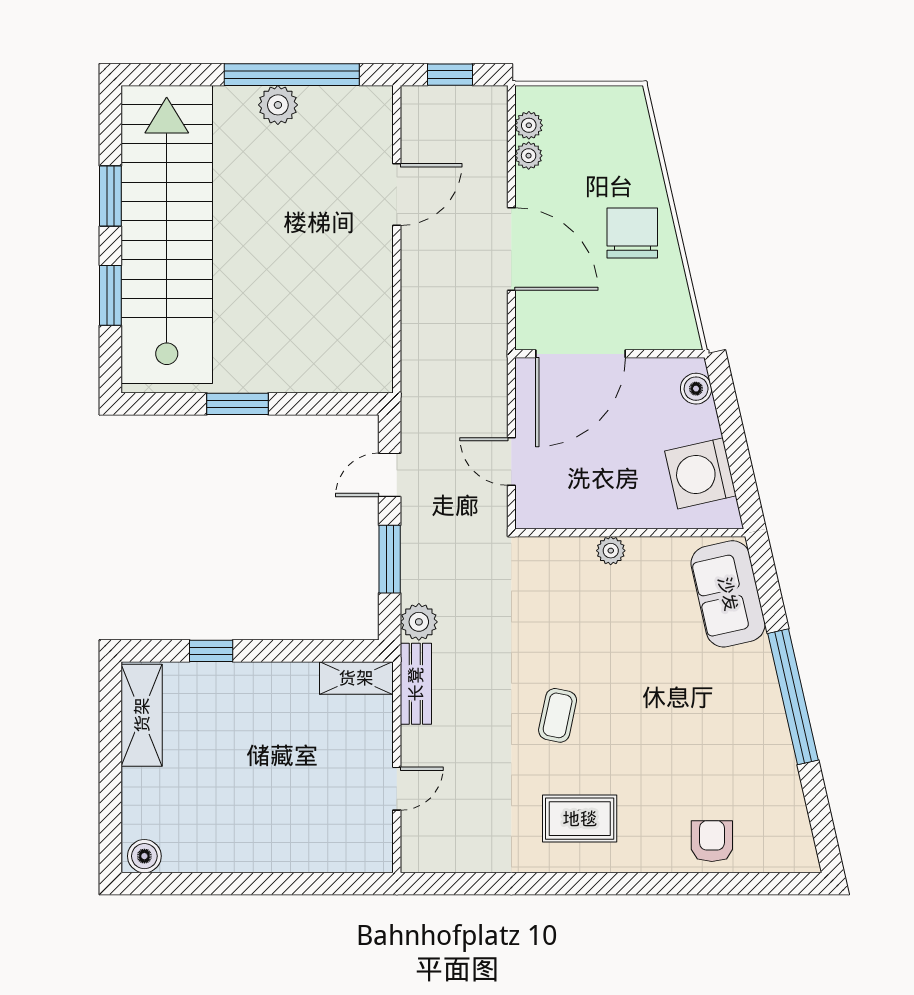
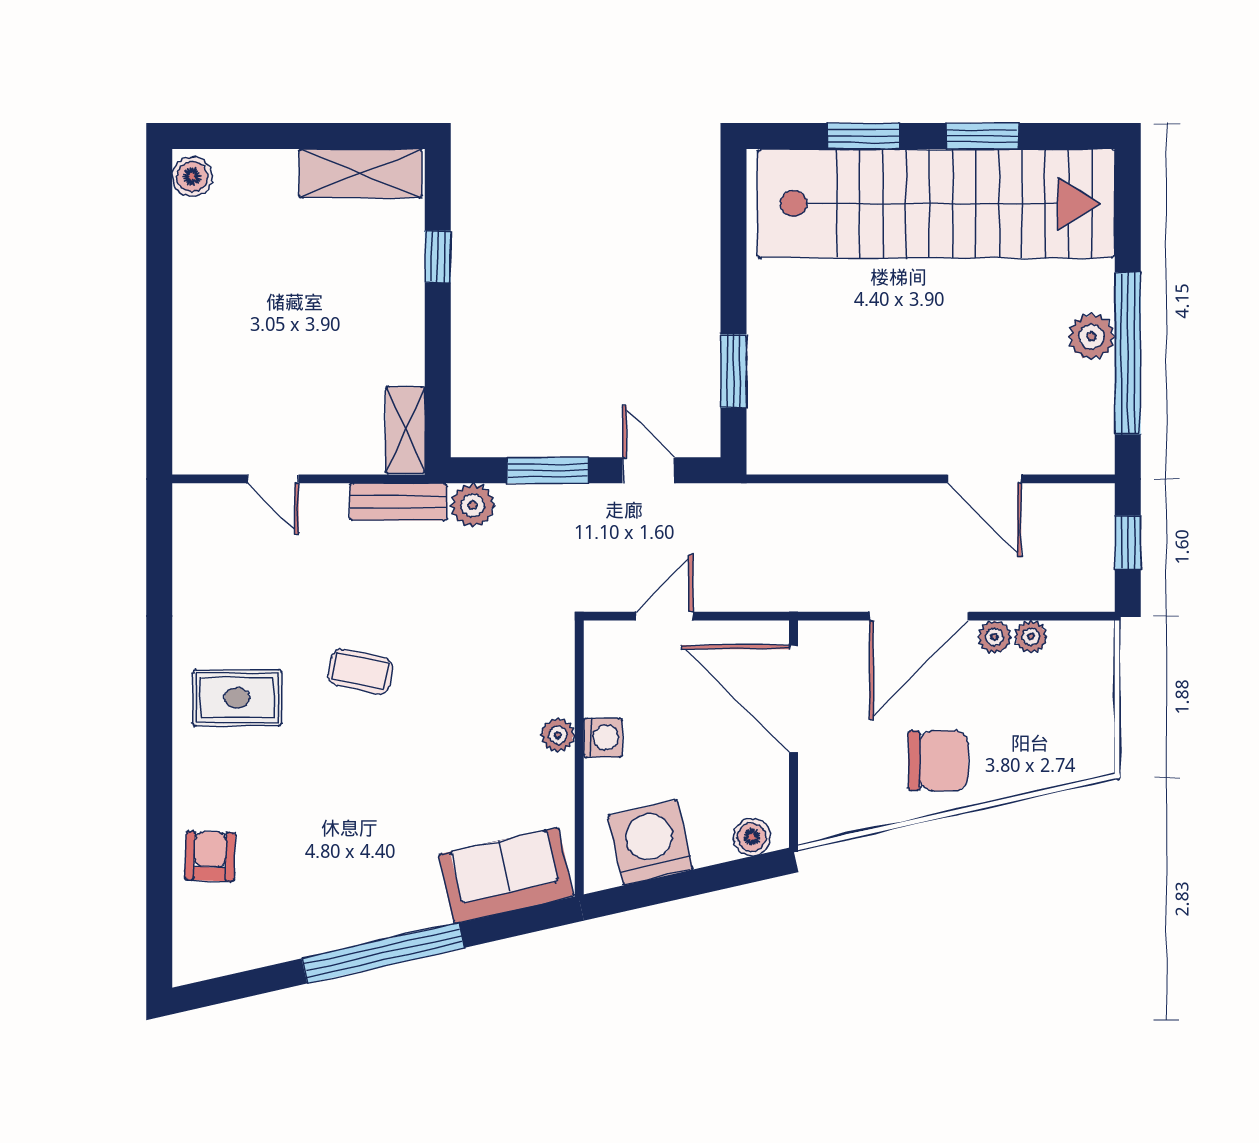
plant: (529, 125) -> (994, 637), moved
window: (238, 404) -> (734, 371), moved
washing machine: (613, 513) -> (603, 738), added
rug: (580, 819) -> (237, 698), turned 90
armchair: (712, 841) -> (210, 856), turned -88

